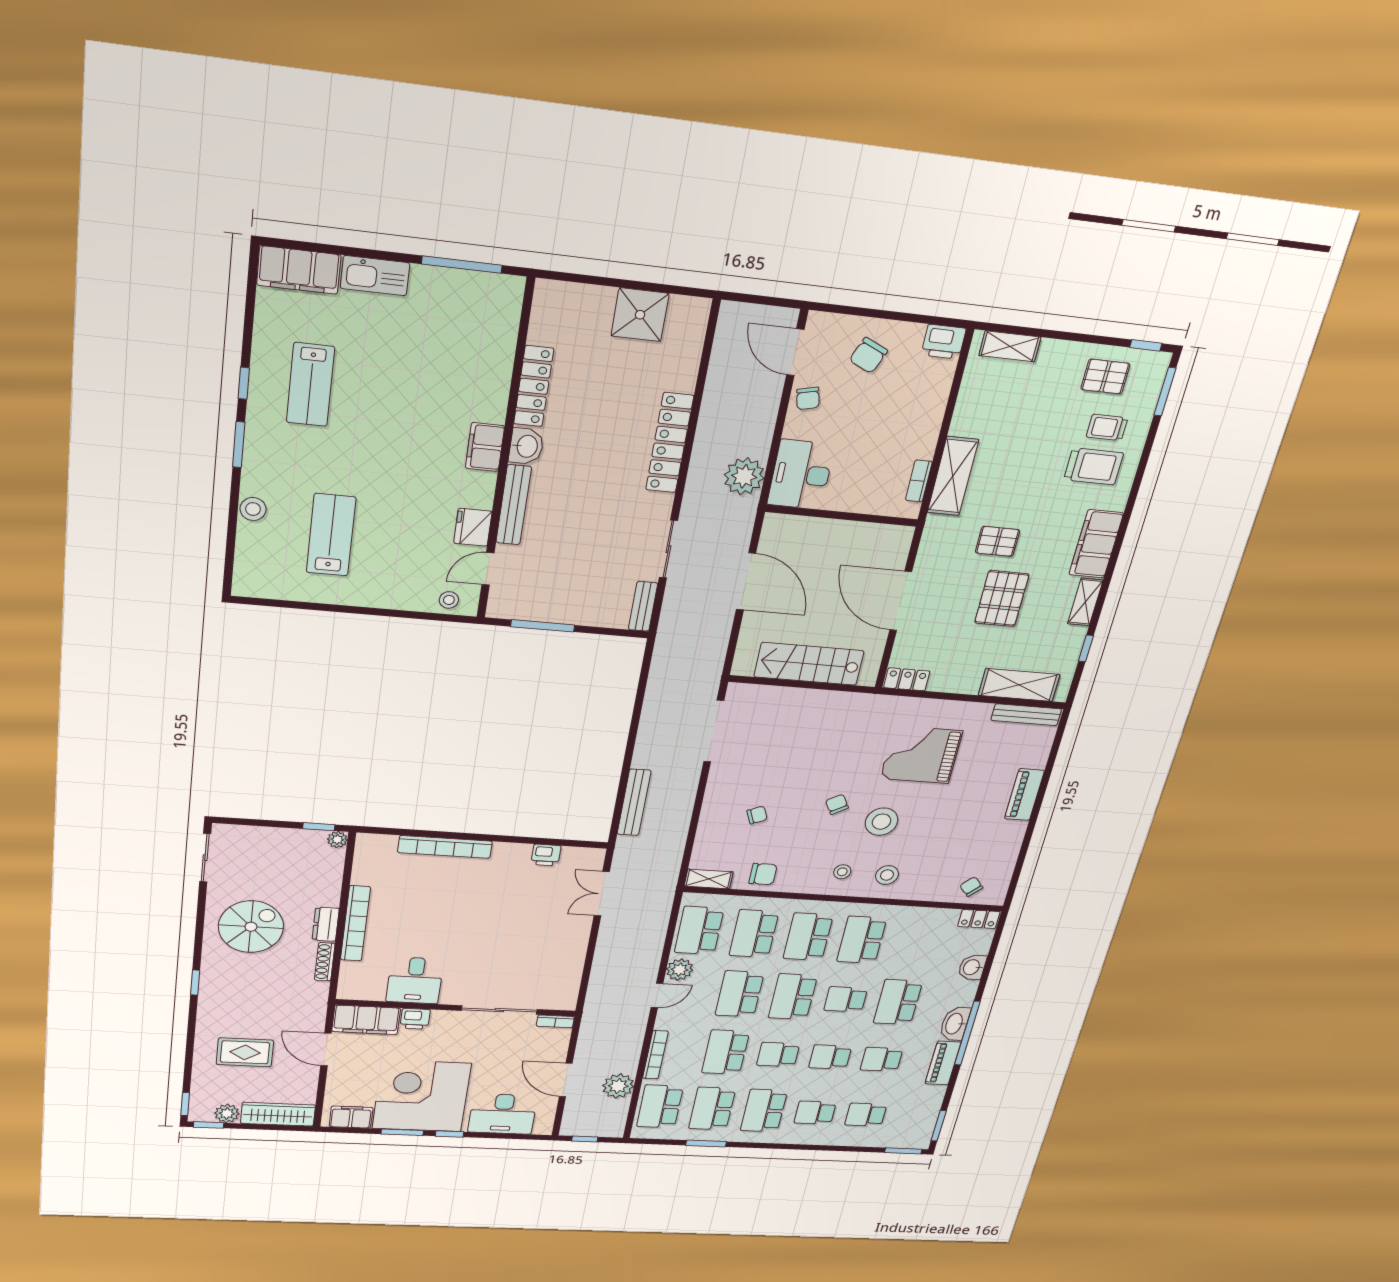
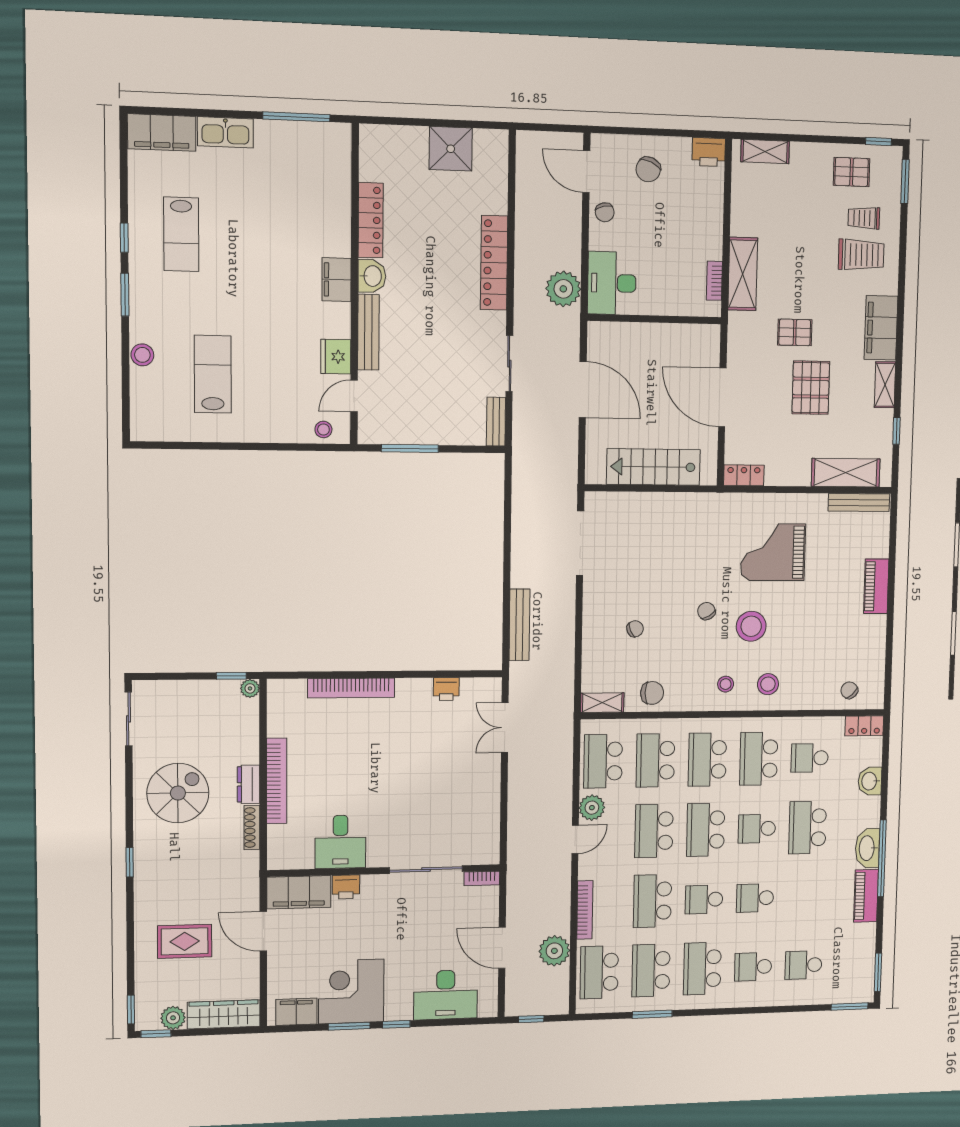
school desk: (882, 1059) -> (810, 758), moved
corner desk: (422, 1096) -> (351, 991), width x0.74, depth x0.74

